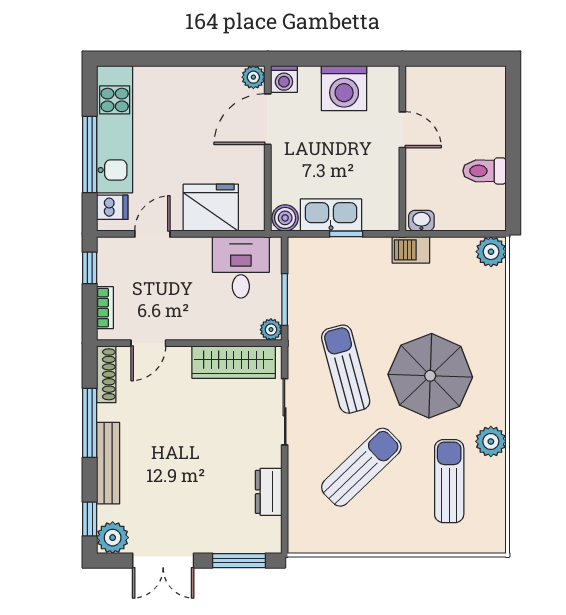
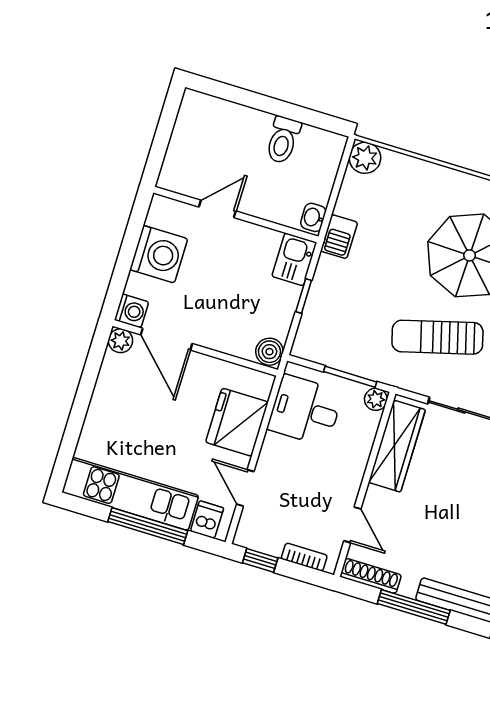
kitchen sink: (331, 215) -> (294, 259), moved, width x0.73

